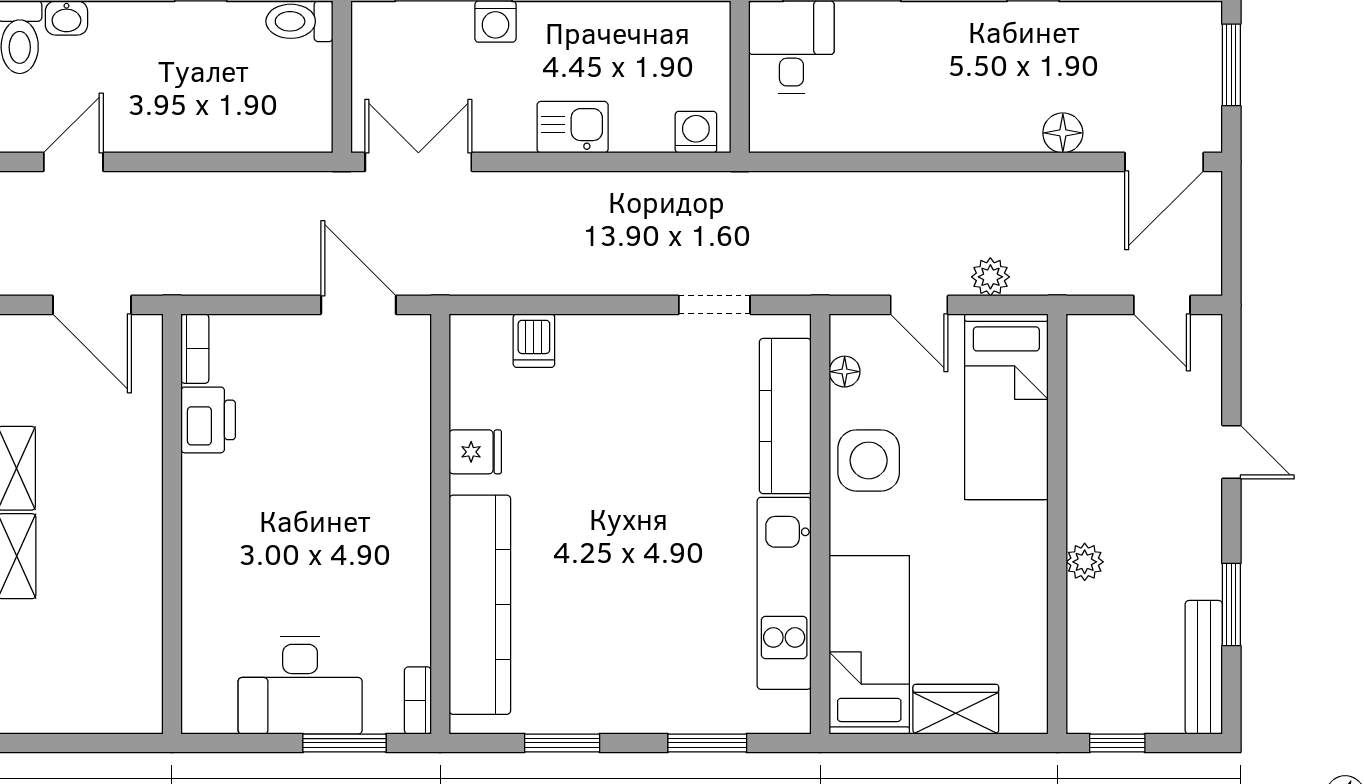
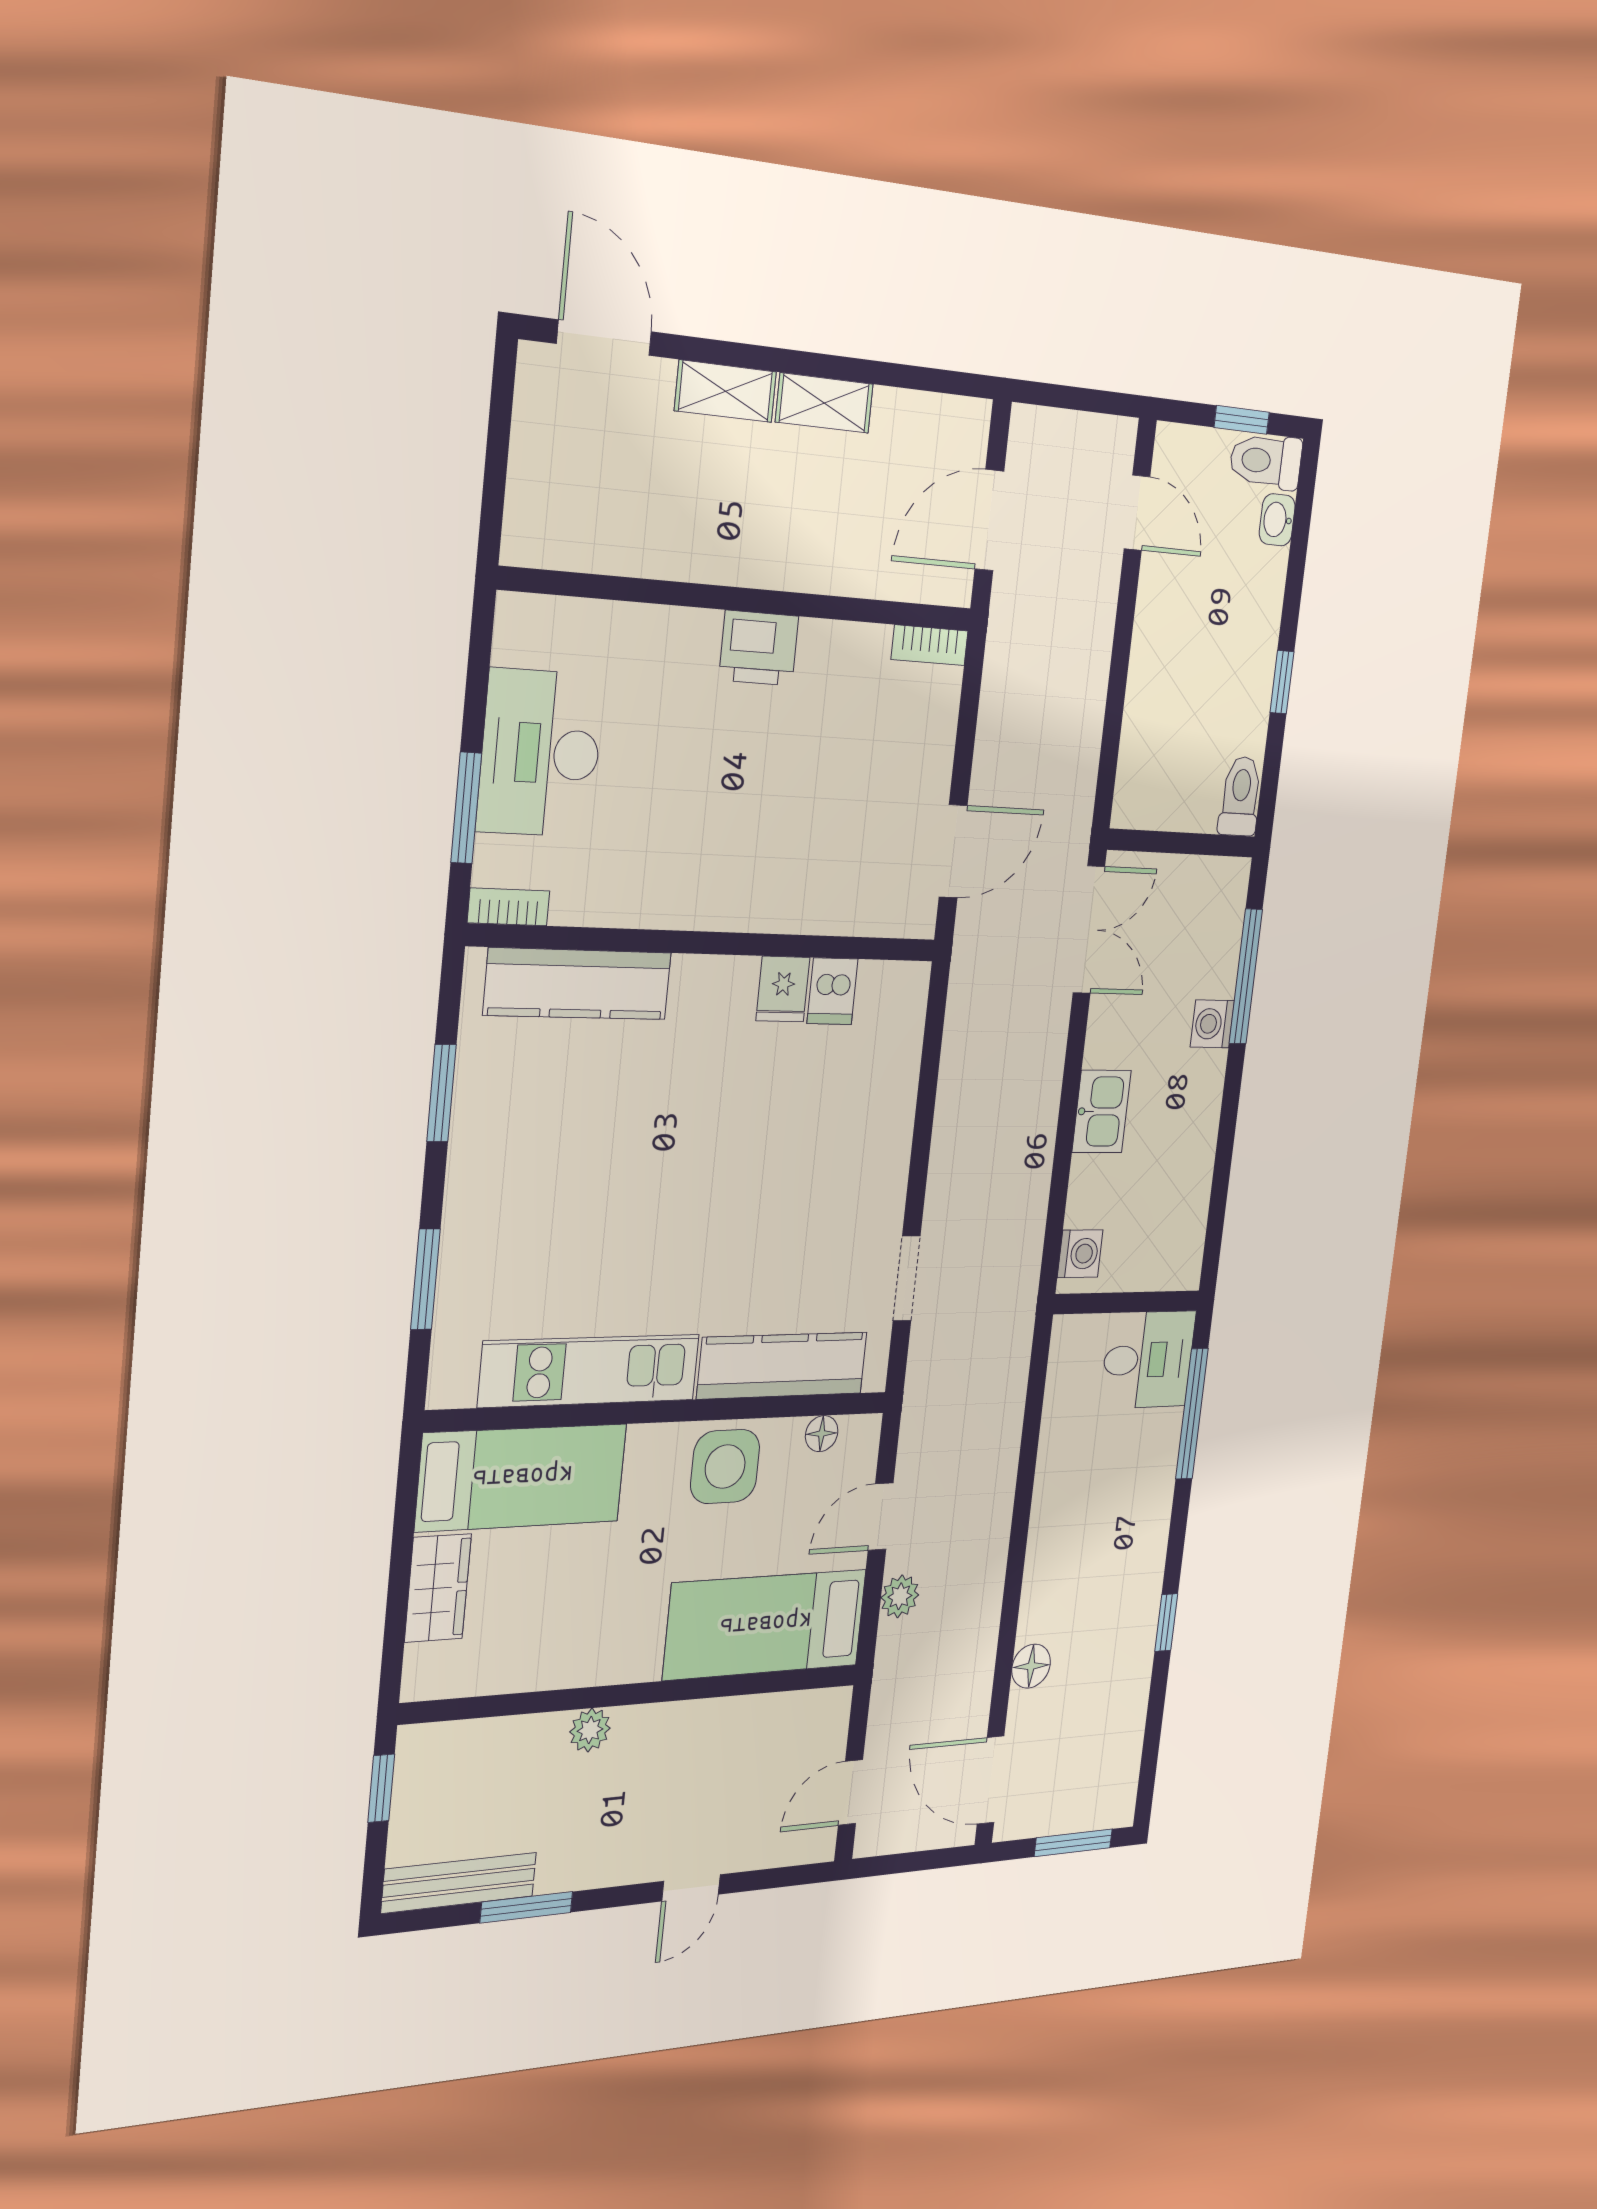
dishwasher: (534, 341) -> (832, 991), moved, turned -90
printer: (208, 420) -> (759, 648), moved
kitchen counter: (480, 605) -> (578, 984), width x0.72, depth x0.86

